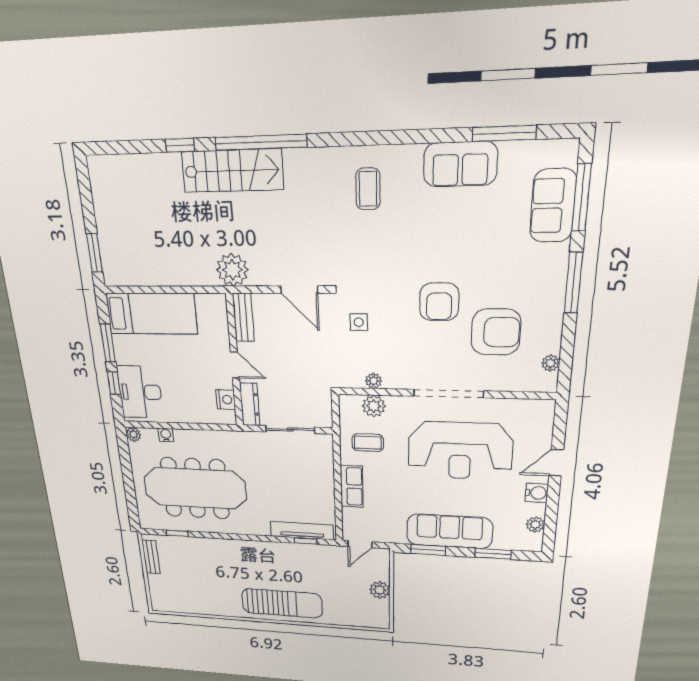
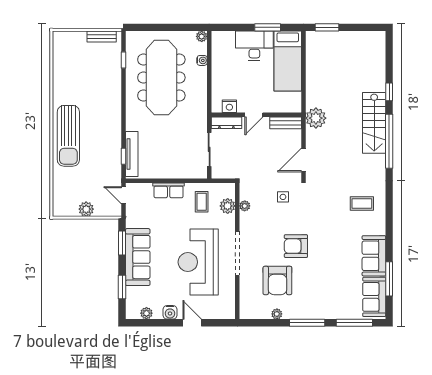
sofa: (553, 206) -> (374, 297), moved, turned -90
plant: (551, 363) -> (277, 314), moved
window: (114, 383) -> (239, 27), removed
desk: (140, 392) -> (254, 46), moved

